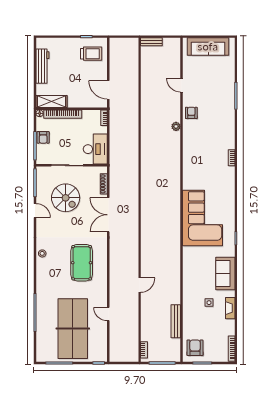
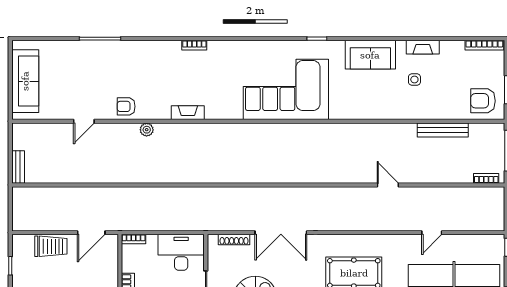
trolley: (91, 54) -> (51, 246), moved, turned 90
fireplace: (187, 153) -> (188, 113), added

